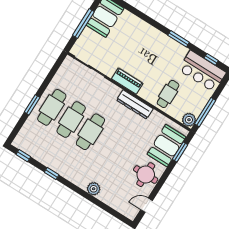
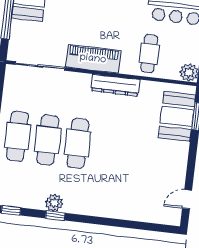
piano: (127, 81) -> (93, 59), width x1.37, depth x1.33
round table: (146, 175) -> (169, 163), removed
plant: (94, 189) -> (54, 203), moved

